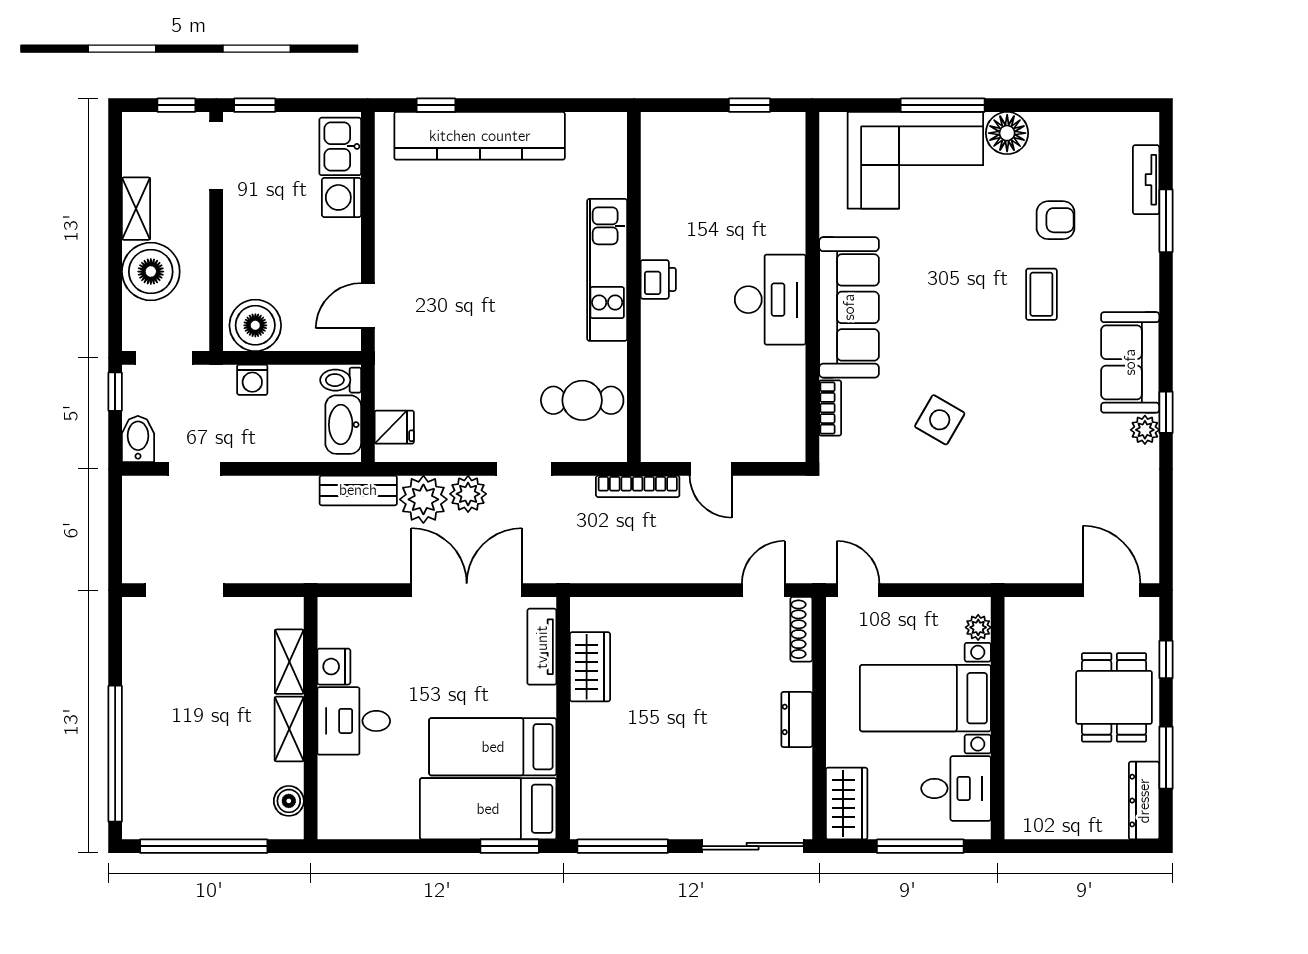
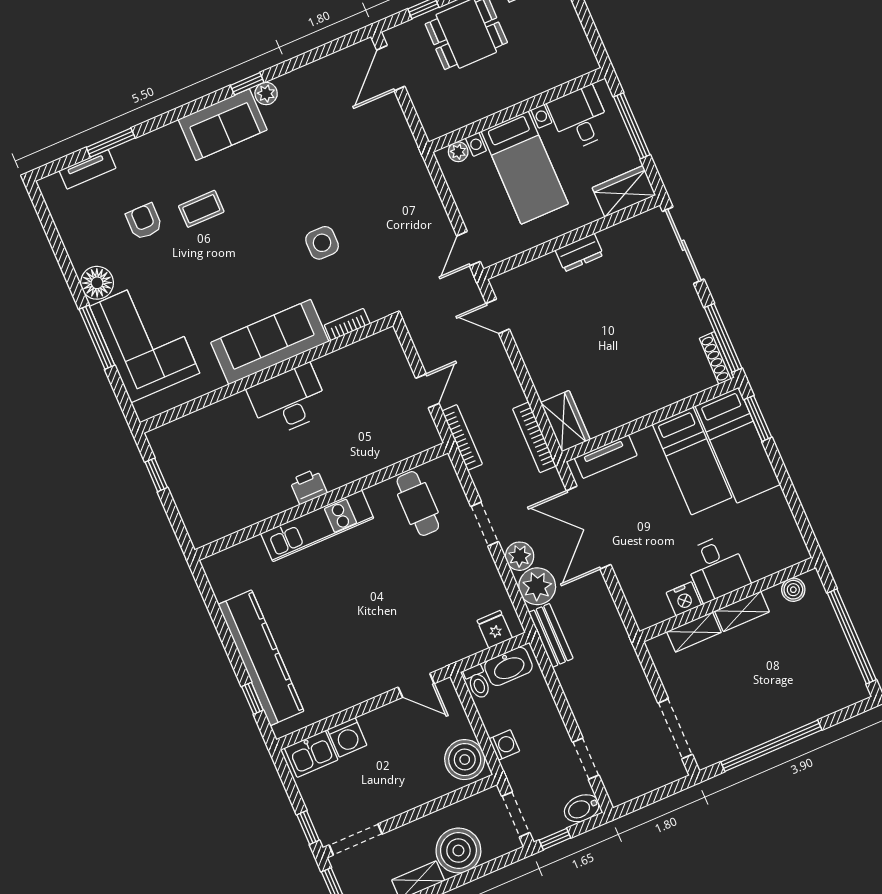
side table: (940, 420) -> (322, 243), turned -30
bookcase: (601, 572) -> (534, 437), added
shoe rack: (801, 629) -> (717, 358), moved, turned 90
wardrobe: (590, 667) -> (565, 421), moved, turned 90
window: (115, 754) -> (771, 746), moved

